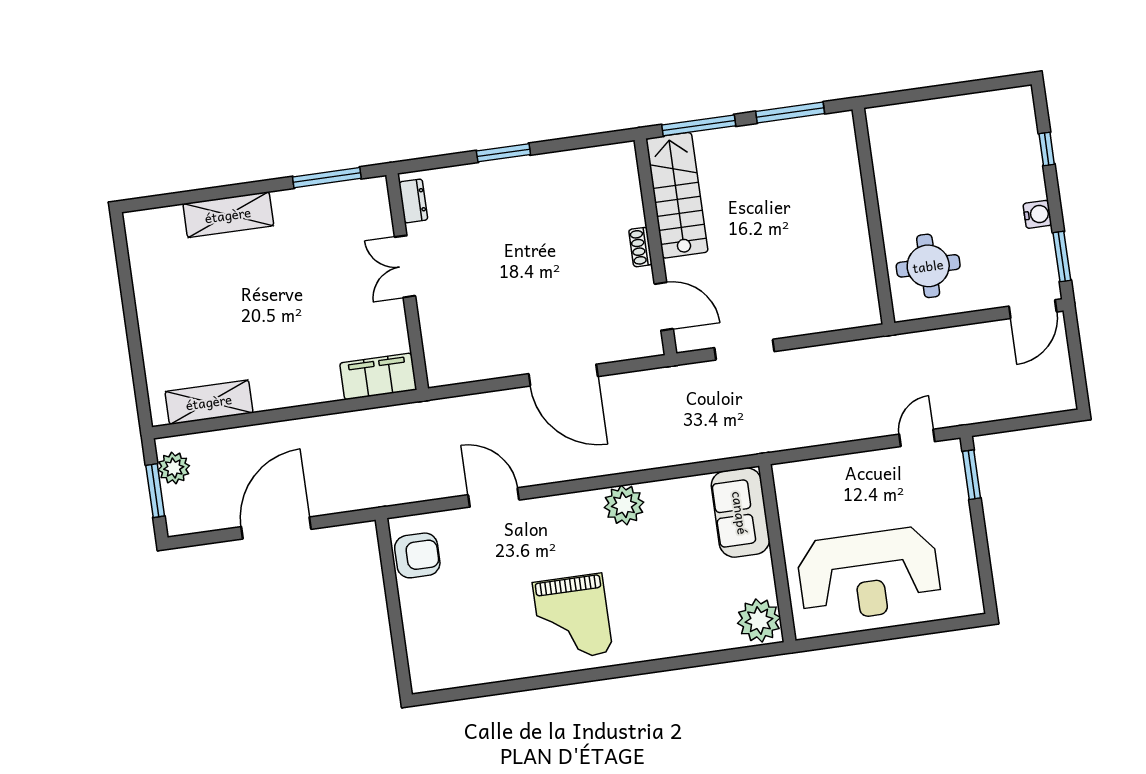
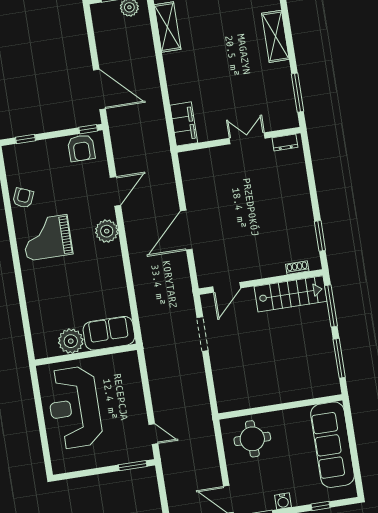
sofa: (940, 126) -> (332, 445), added
window: (503, 153) -> (320, 236), moved
shoe rack: (640, 247) -> (297, 268), moved
plant: (624, 505) -> (107, 231), moved
door: (276, 528) -> (99, 89), moved
window: (385, 543) -> (88, 129), added
plant: (759, 620) -> (71, 341), moved
window: (400, 652) -> (25, 139), added
armchair: (503, 658) -> (23, 198), added

